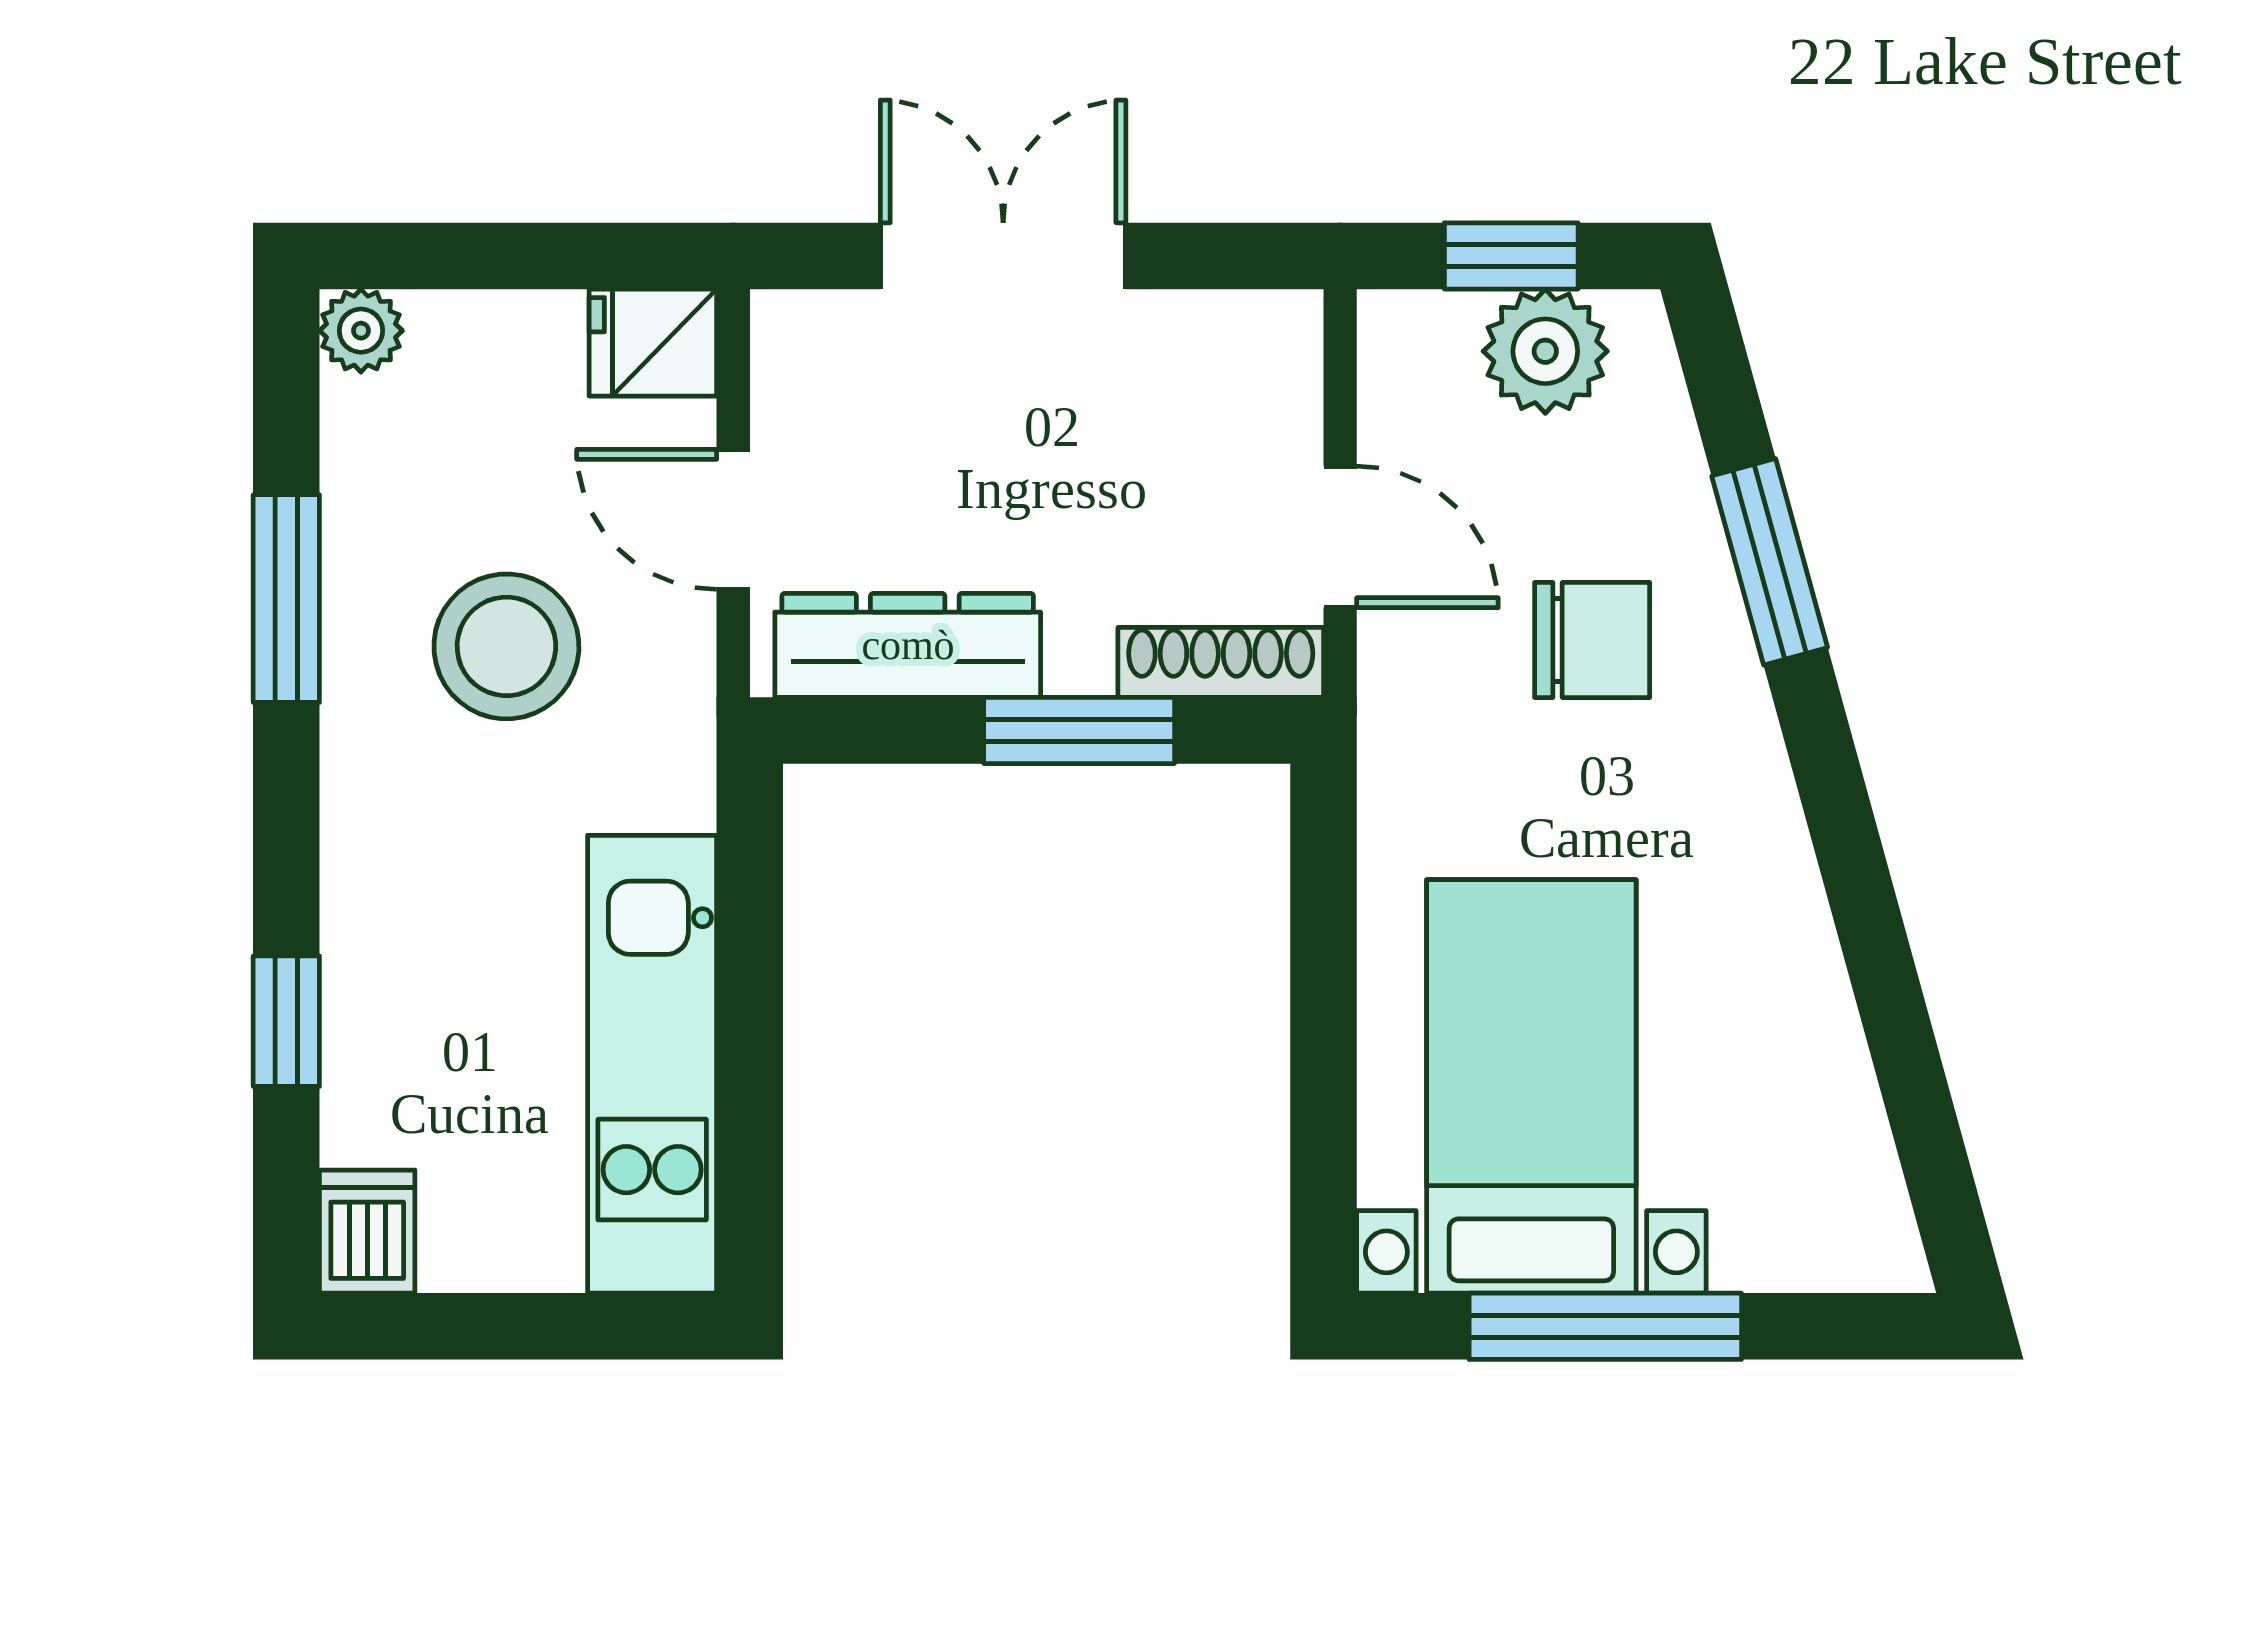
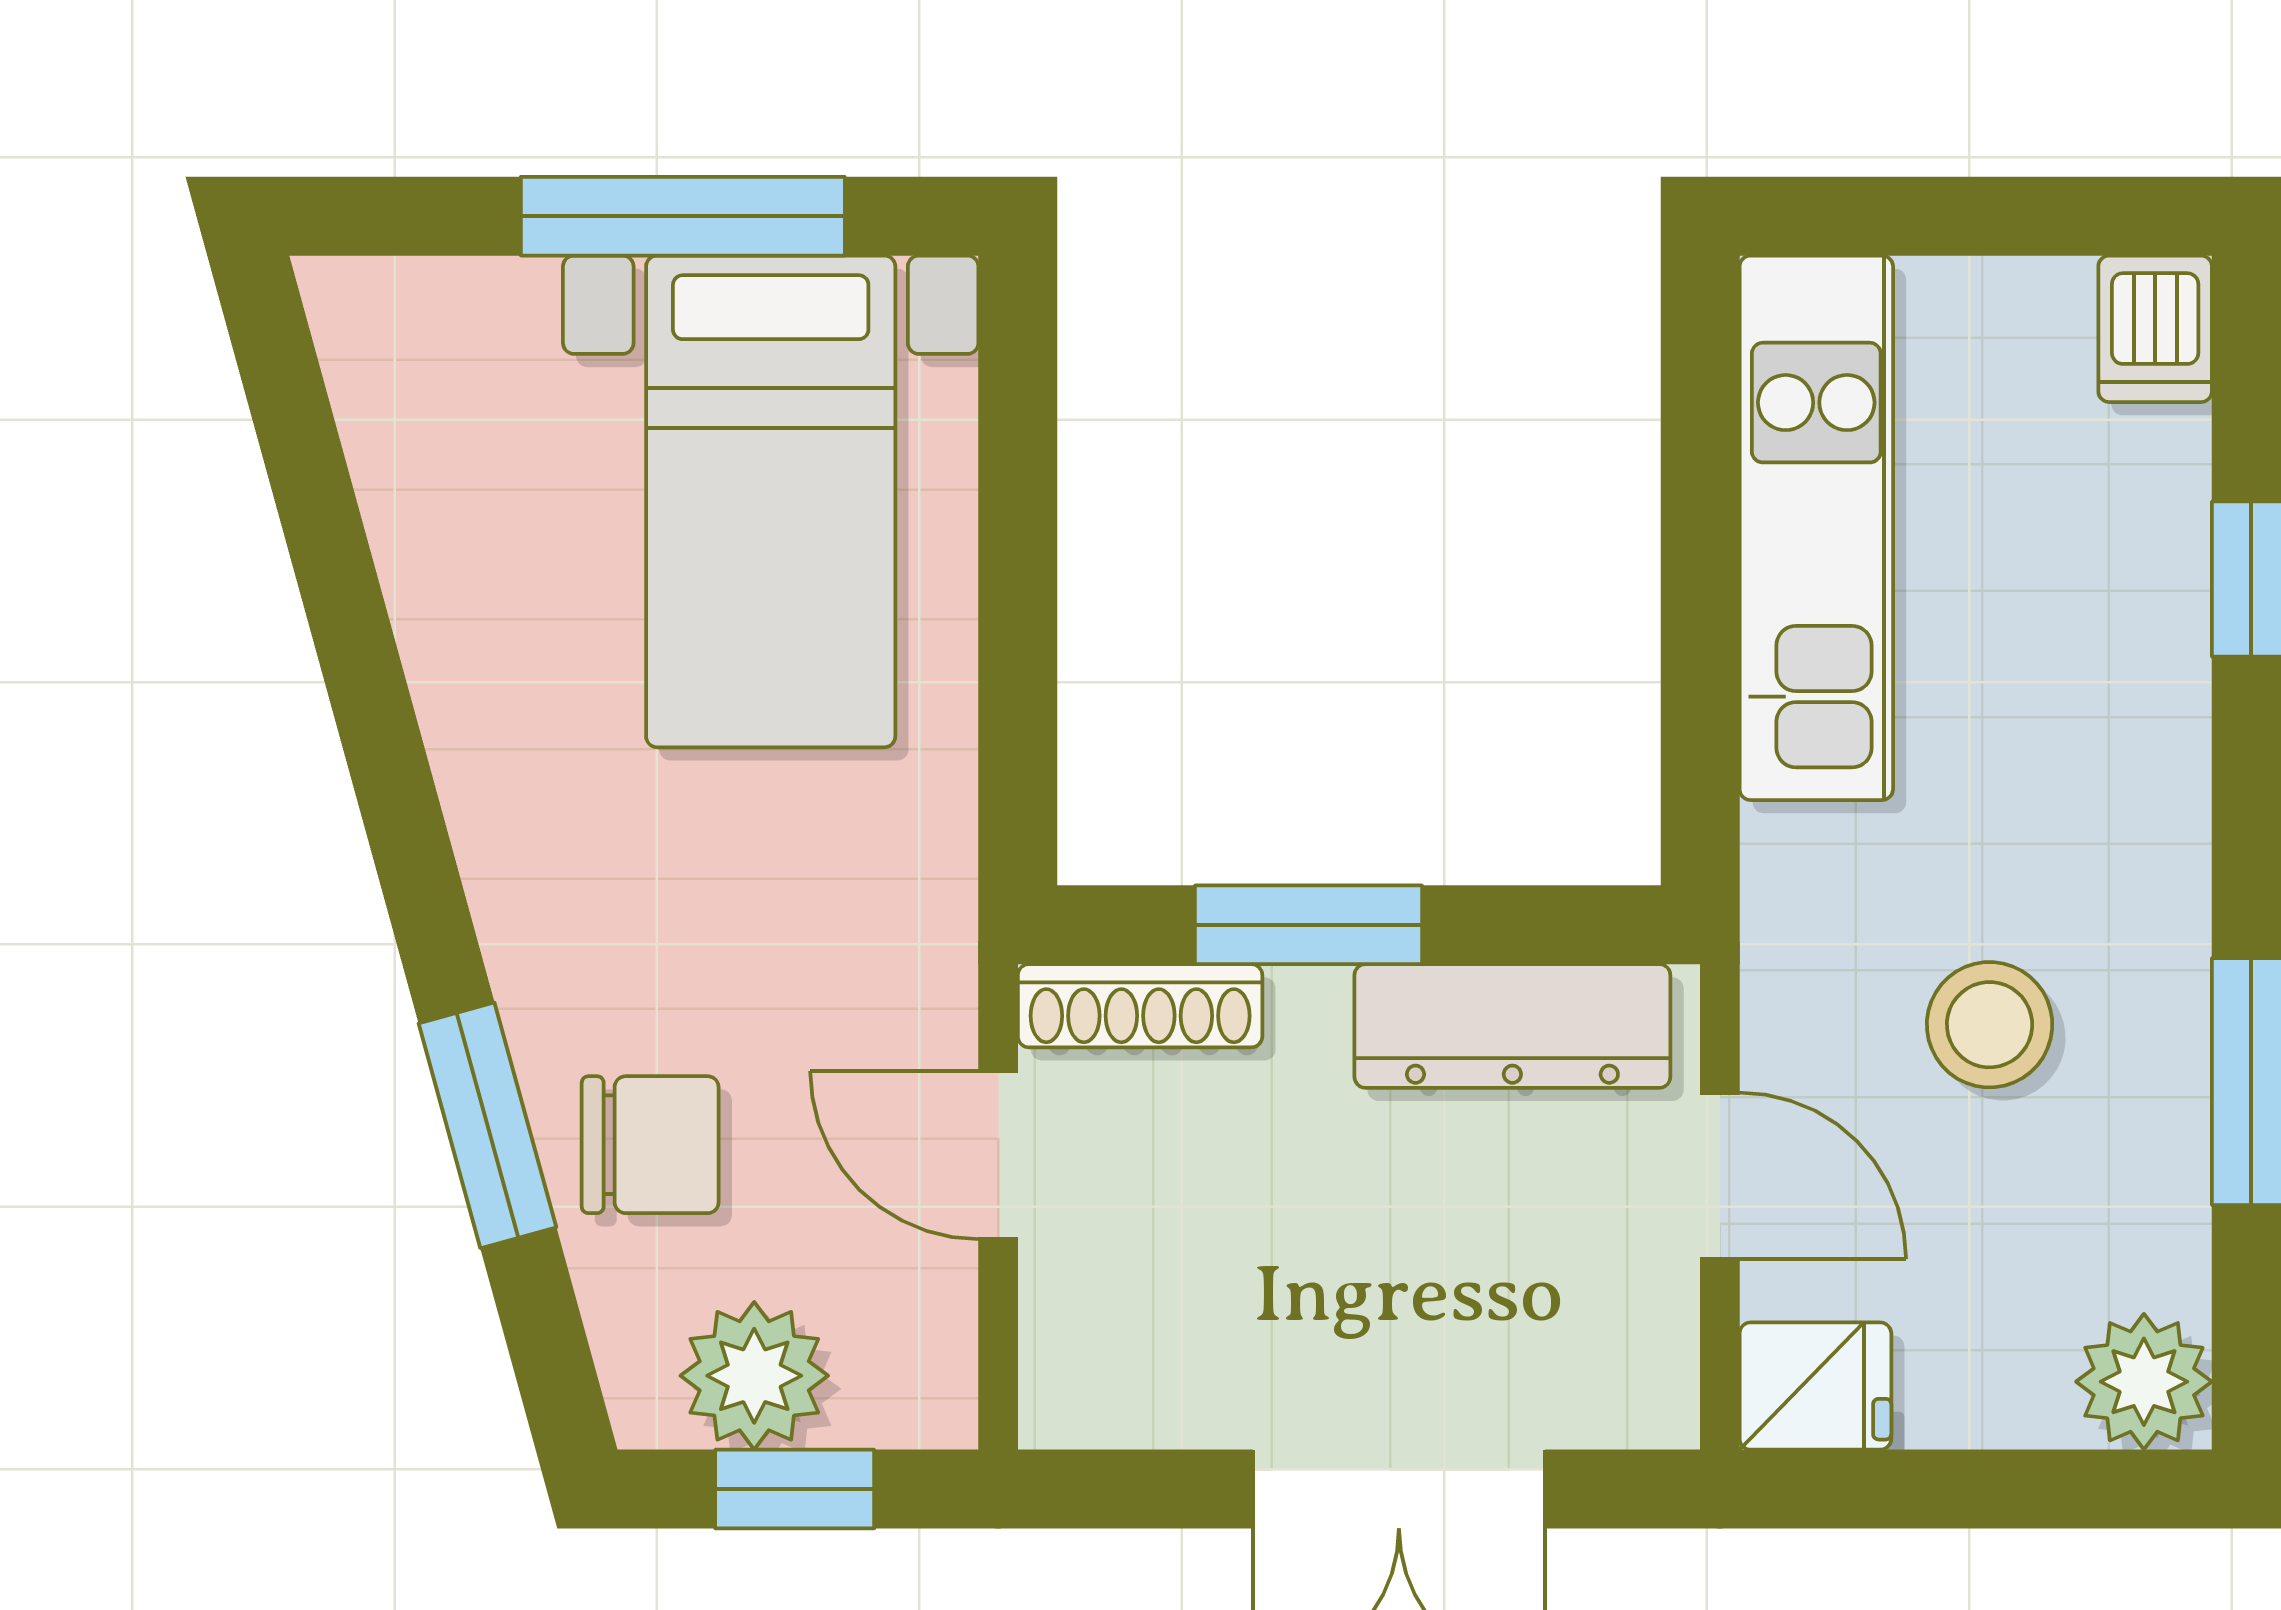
plant: (361, 331) -> (2144, 1382), width x1.38, depth x1.38
chair: (1592, 640) -> (650, 1145), moved, turned 180
stool: (506, 646) -> (1990, 1025), width x0.73, depth x0.73

